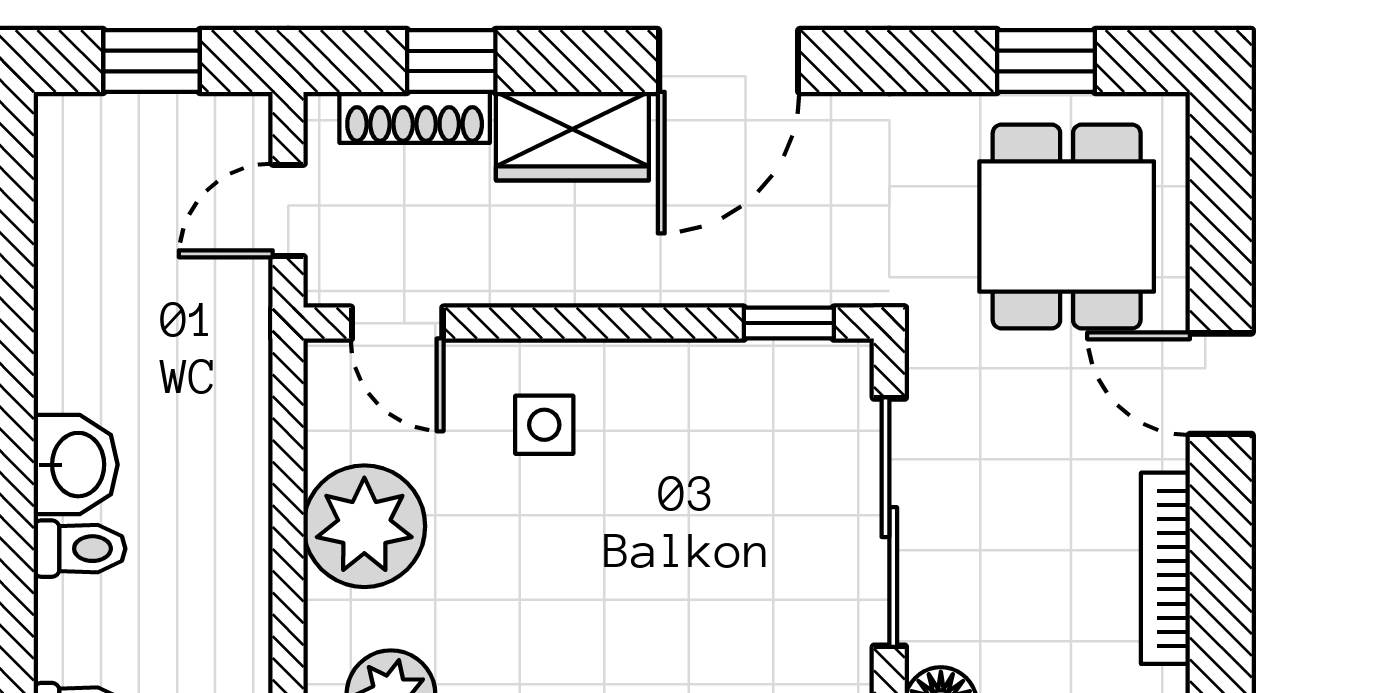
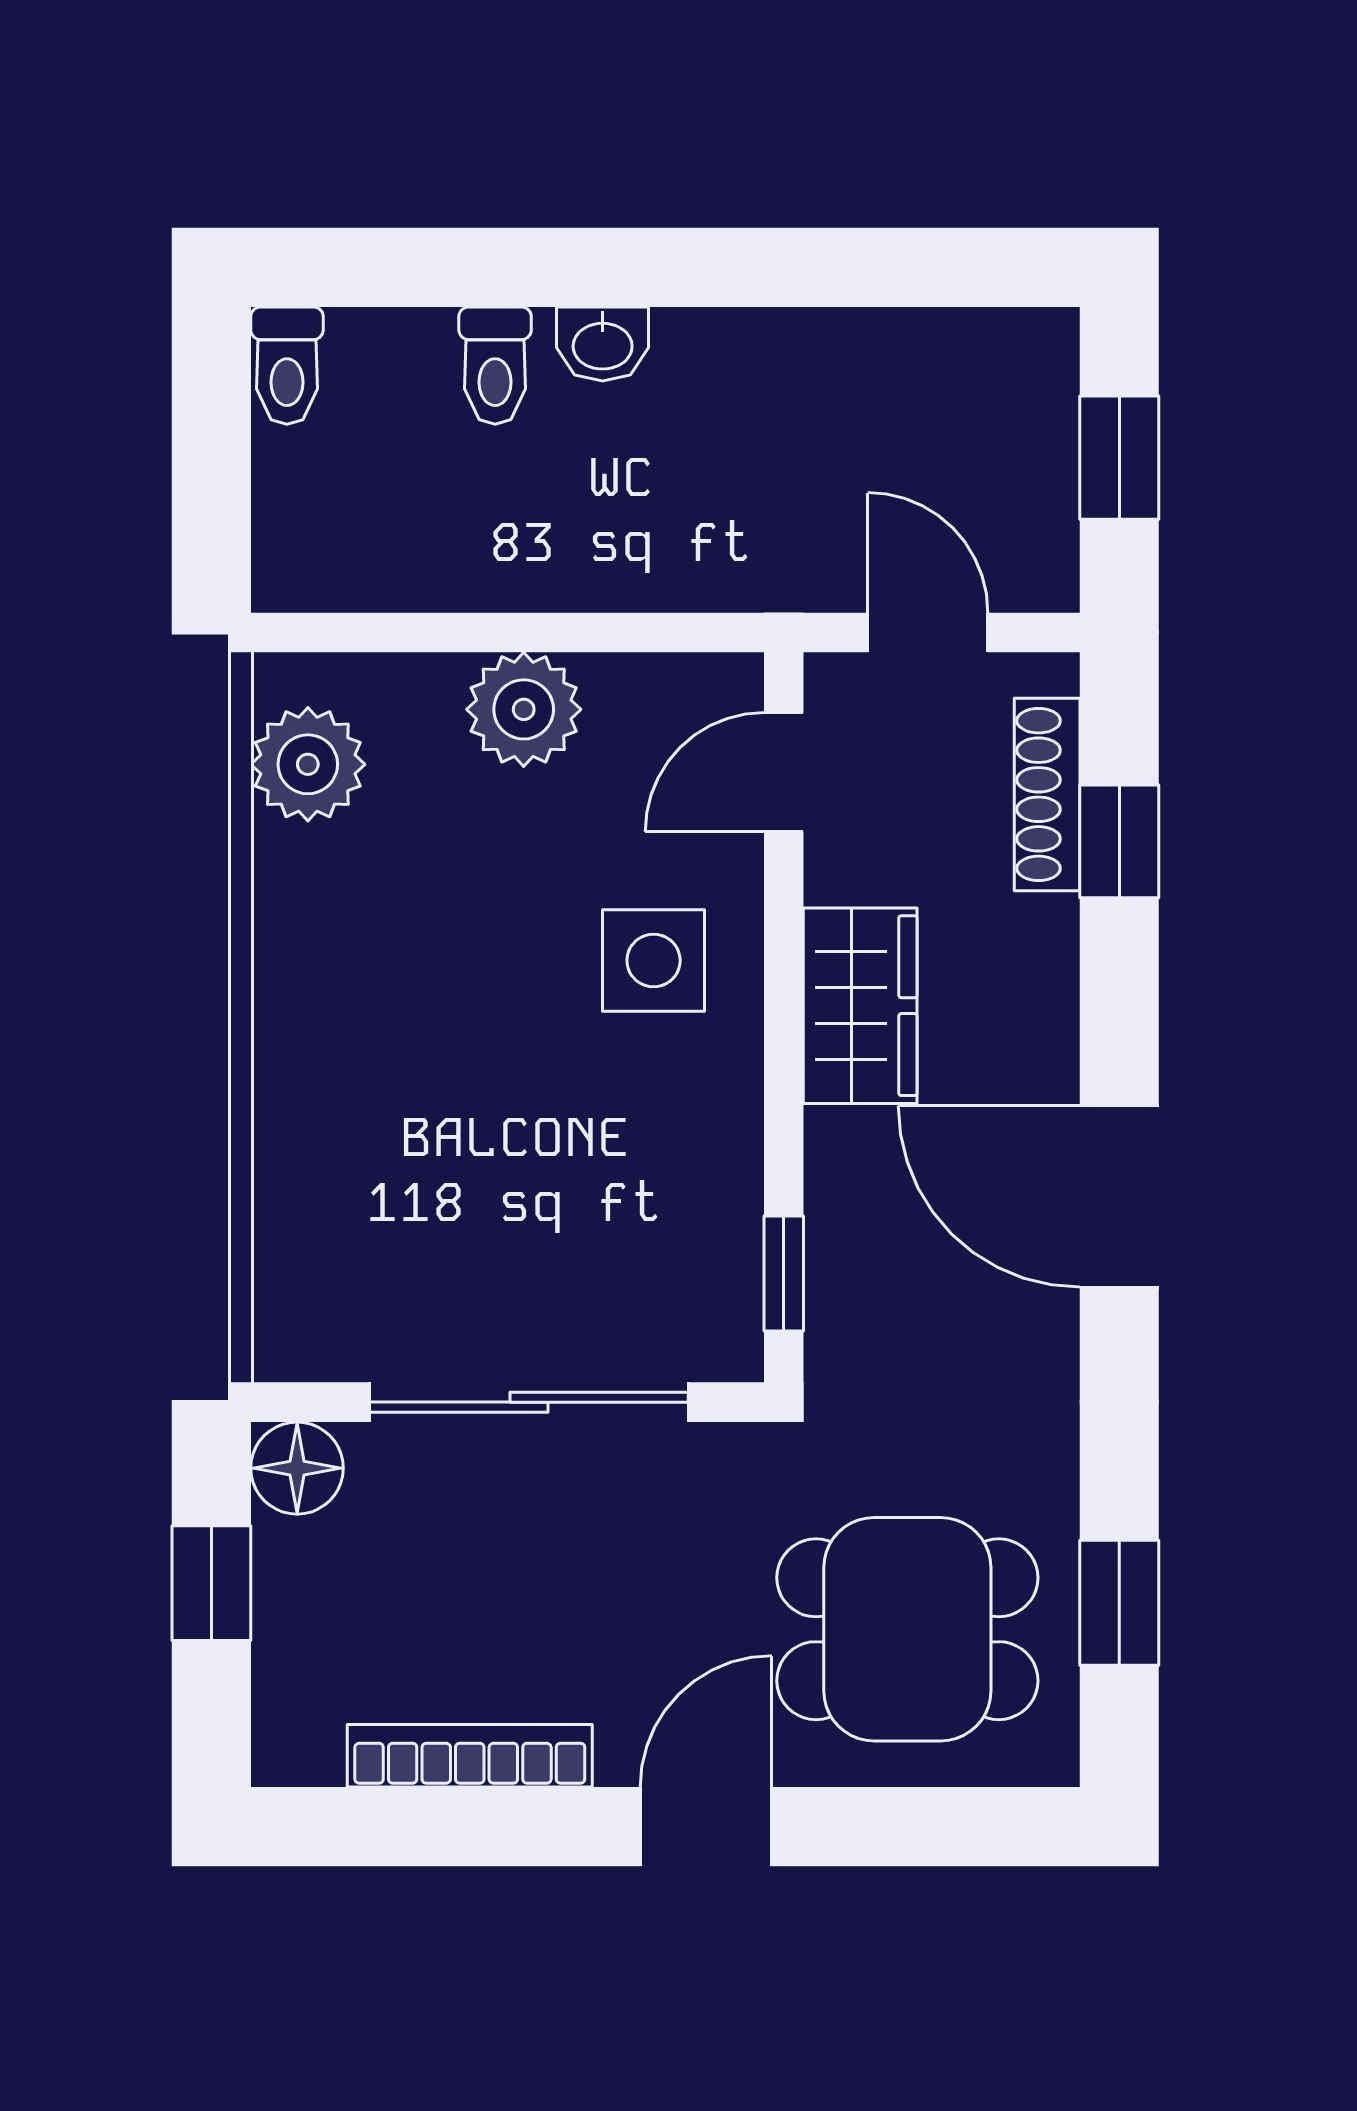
wardrobe: (572, 136) -> (860, 1006), moved, turned 180
side table: (544, 425) -> (654, 961), width x1.37, depth x1.37
washbasin: (76, 465) -> (603, 344), width x0.72, depth x0.69
plant: (364, 526) -> (524, 709), width x0.73, depth x0.73

